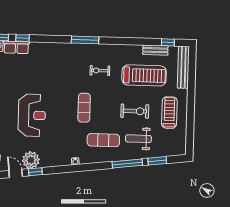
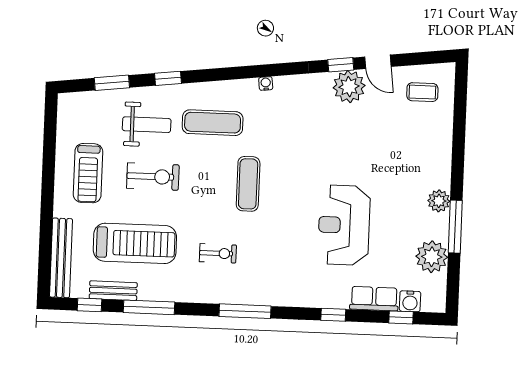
window: (23, 38) -> (333, 315), moved
window: (136, 41) -> (149, 307), added
treadmill: (144, 75) -> (135, 243), turned 180
exercise bike: (135, 111) -> (153, 177), turned 180
reception desk: (32, 115) -> (344, 225), moved
window: (127, 163) -> (168, 78), width x0.46

